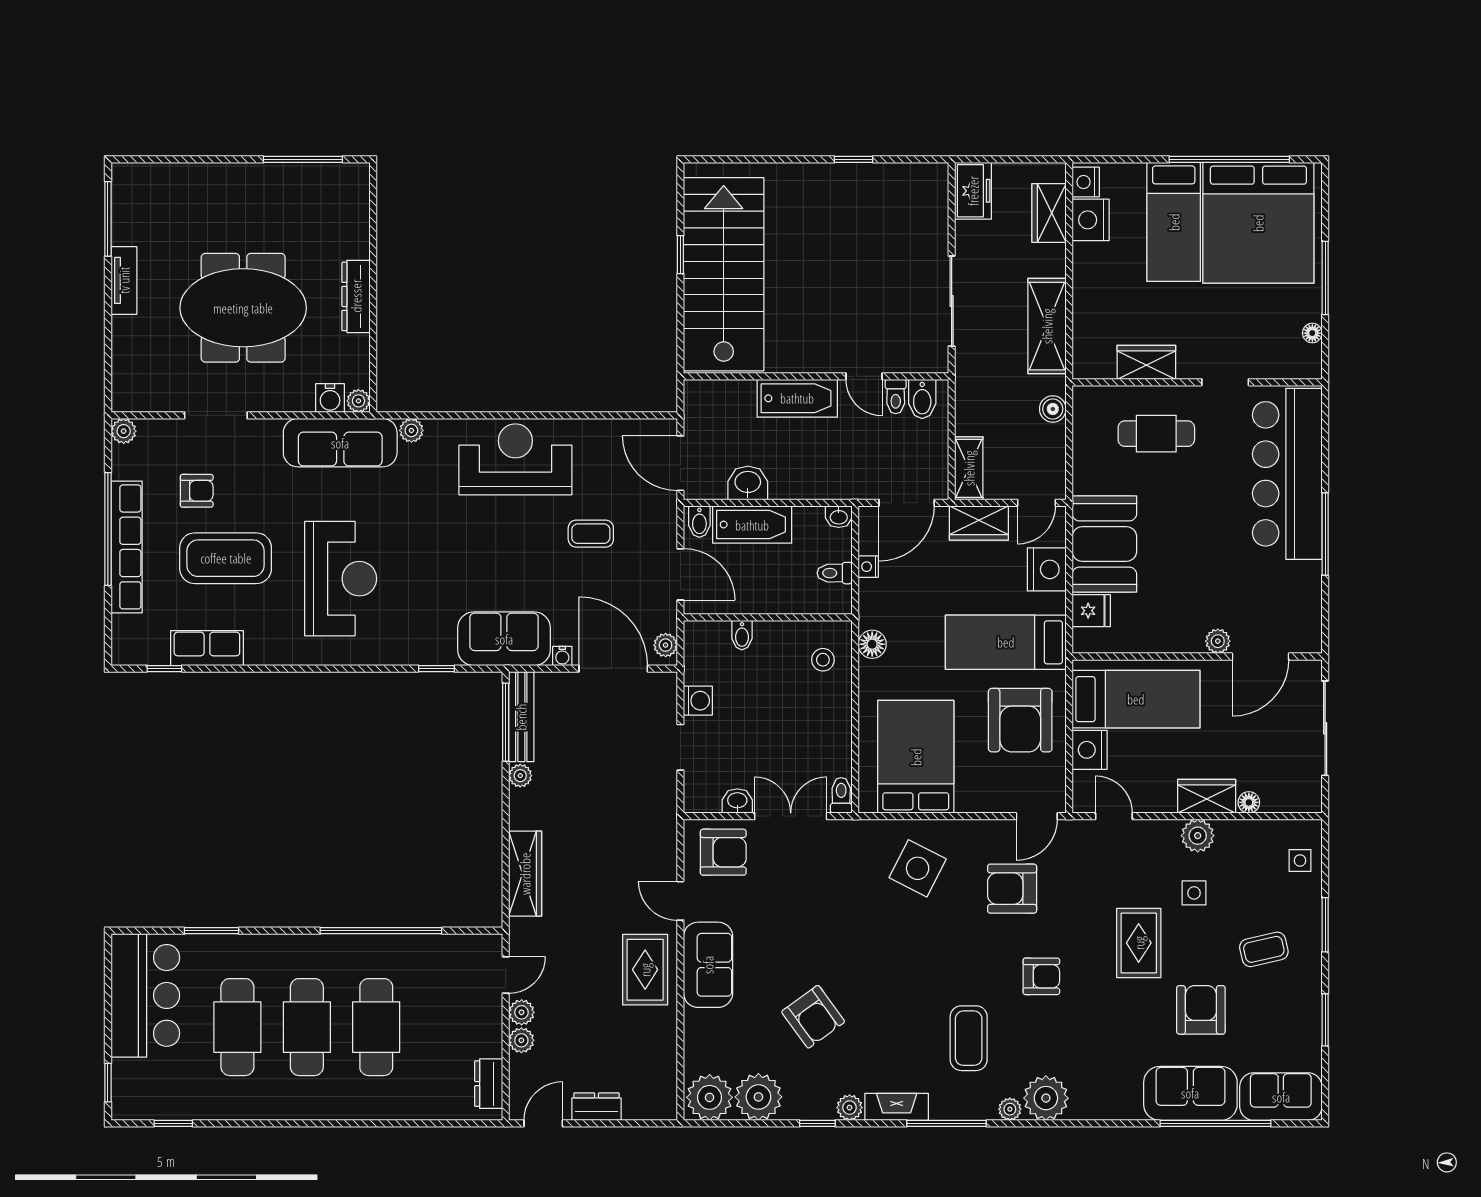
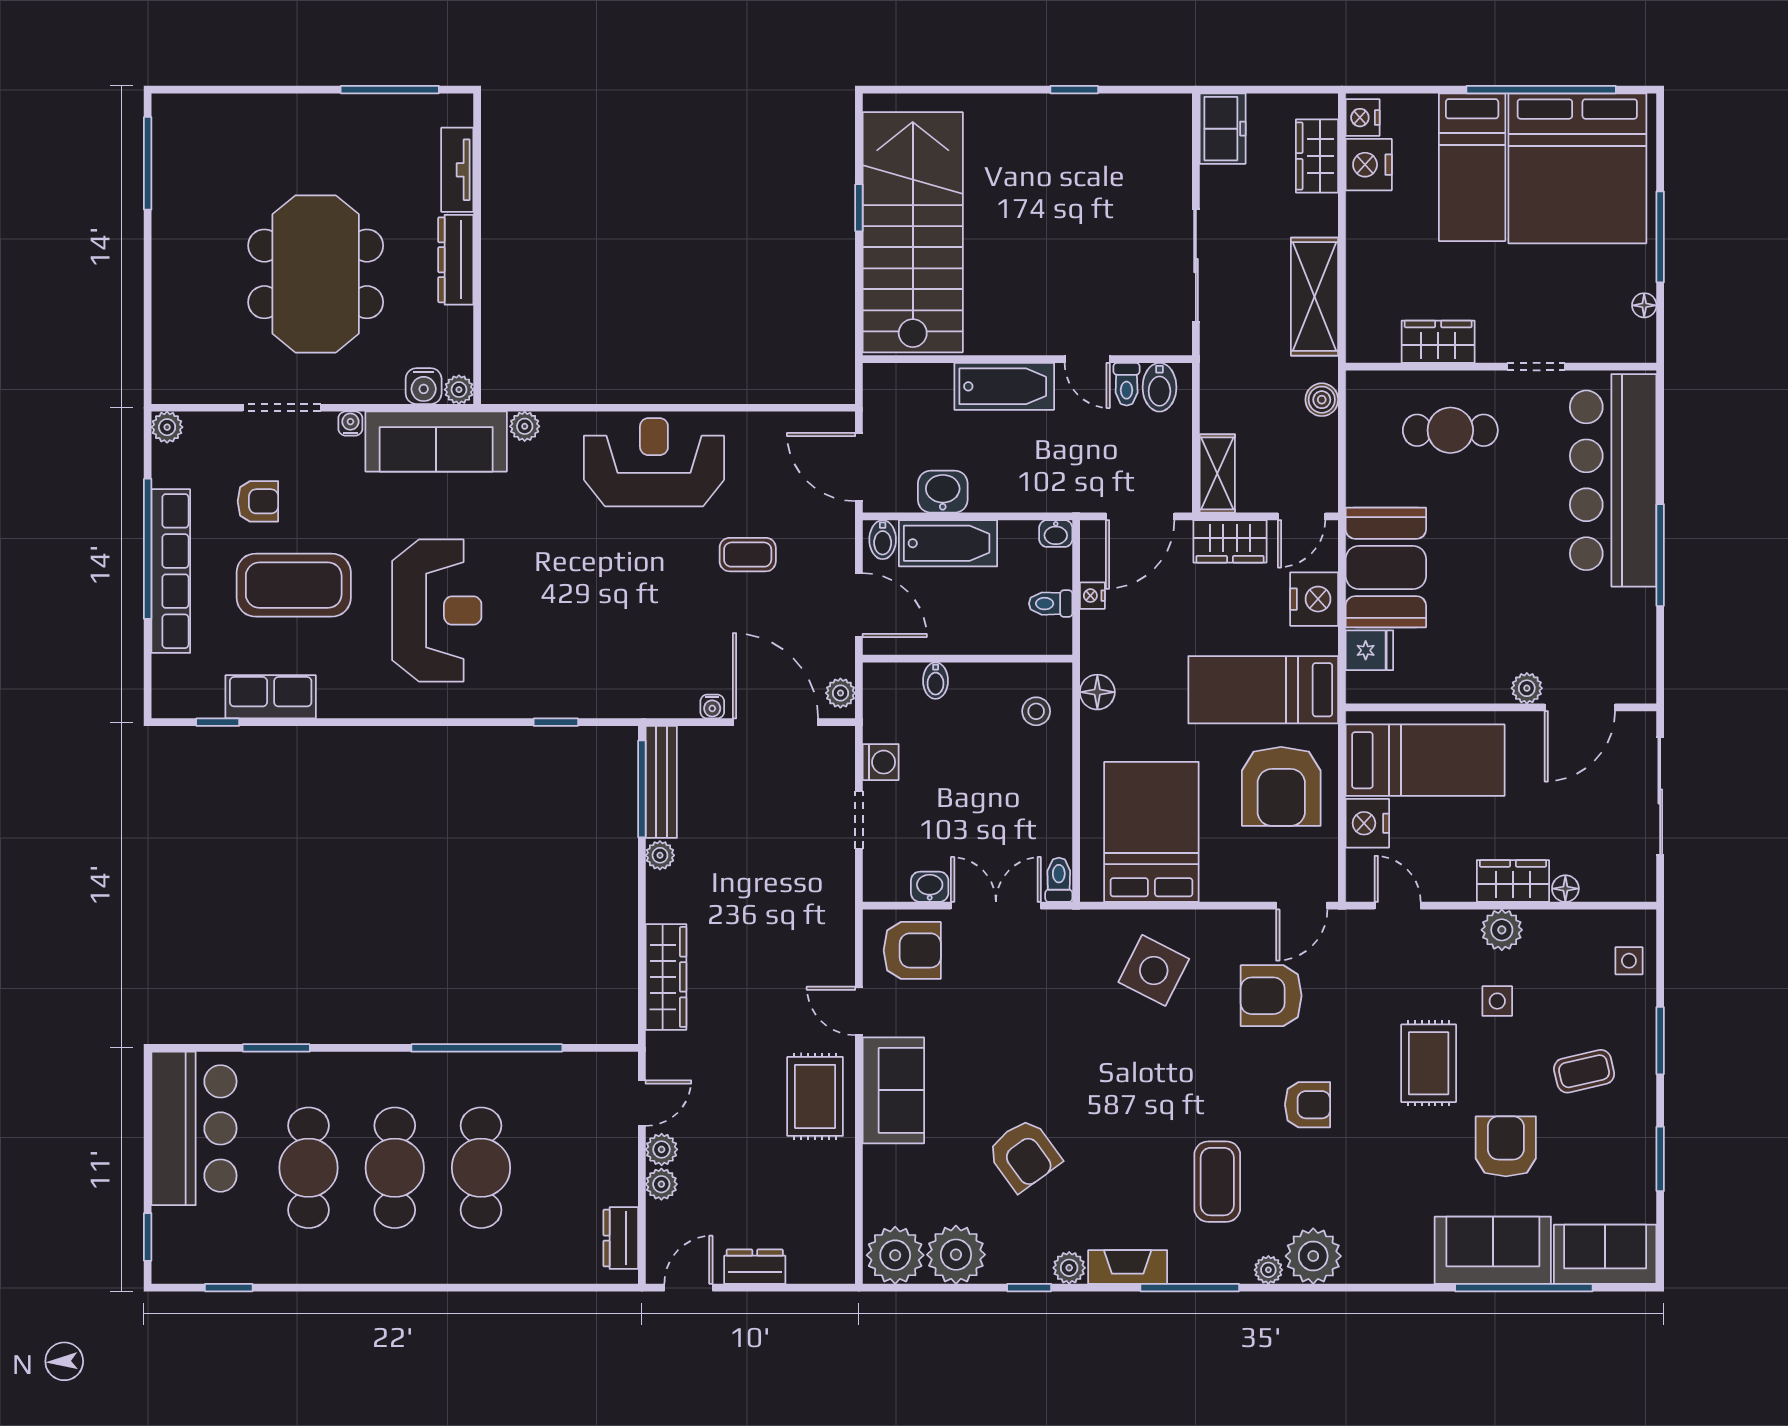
tv unit: (124, 280) -> (457, 170), moved, turned 180
meeting table: (243, 308) -> (316, 274), turned 90
water cooler: (271, 428) -> (350, 424), added
sofa: (504, 639) -> (640, 685), removed

